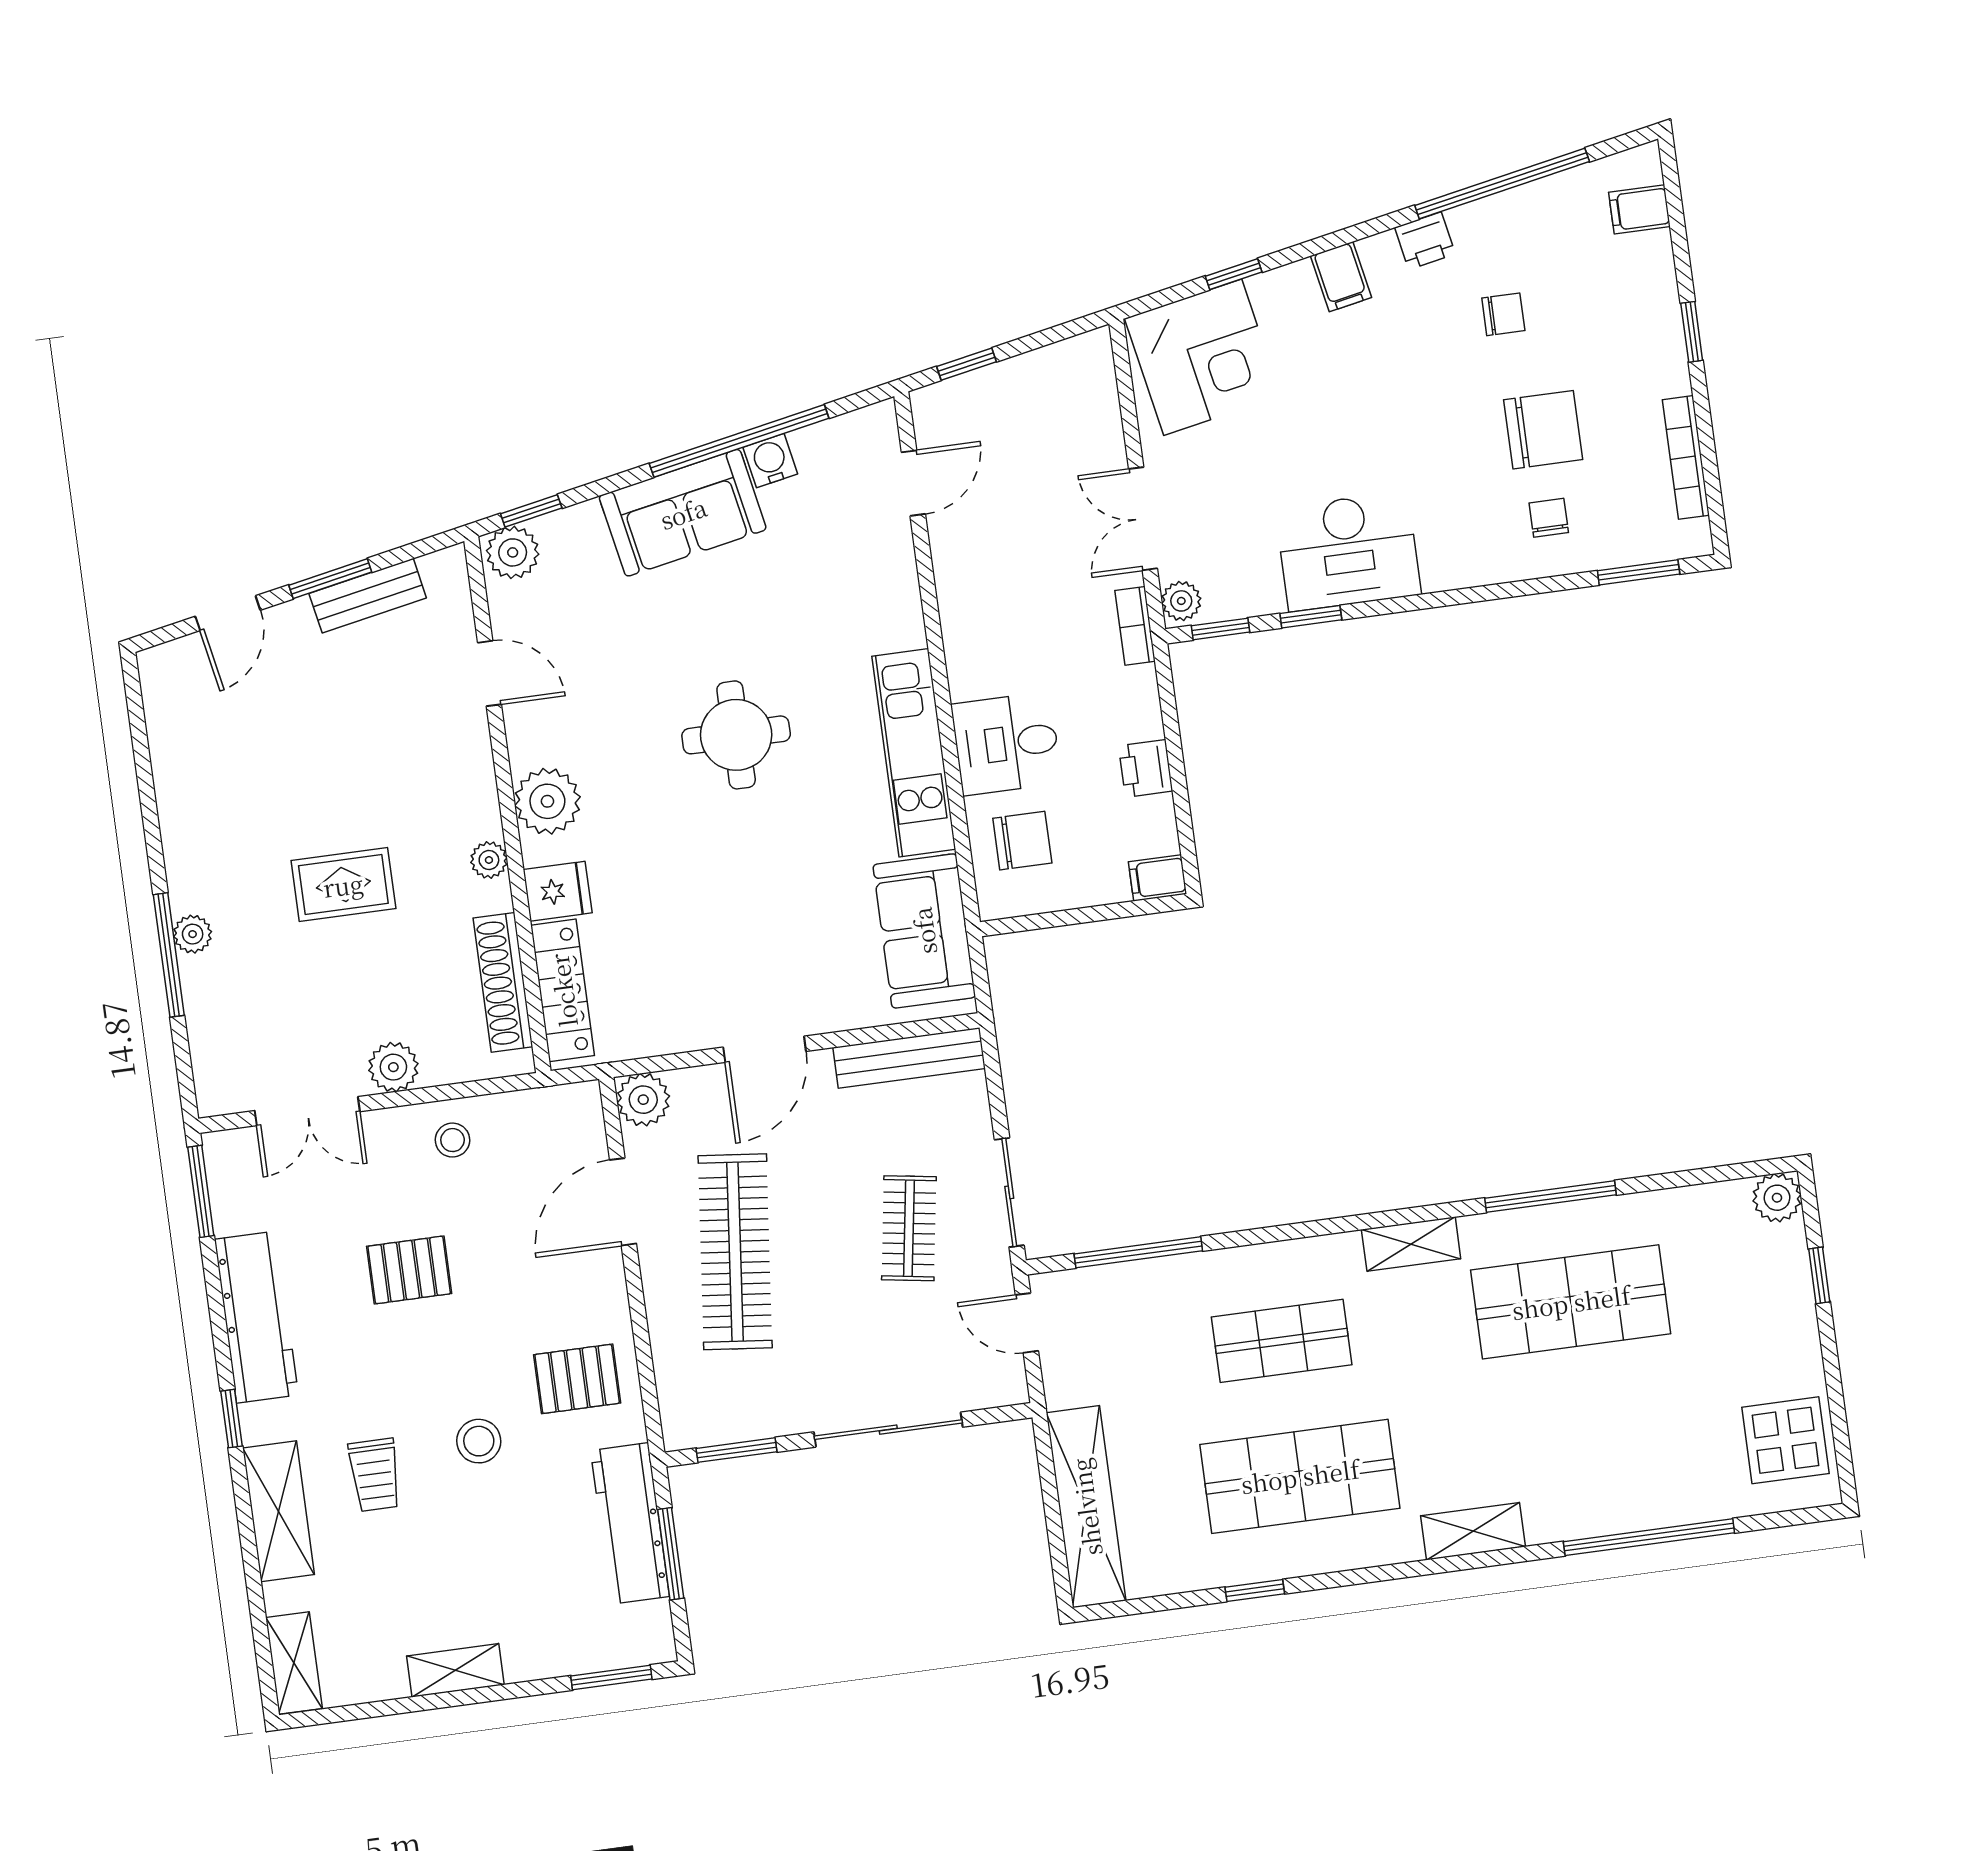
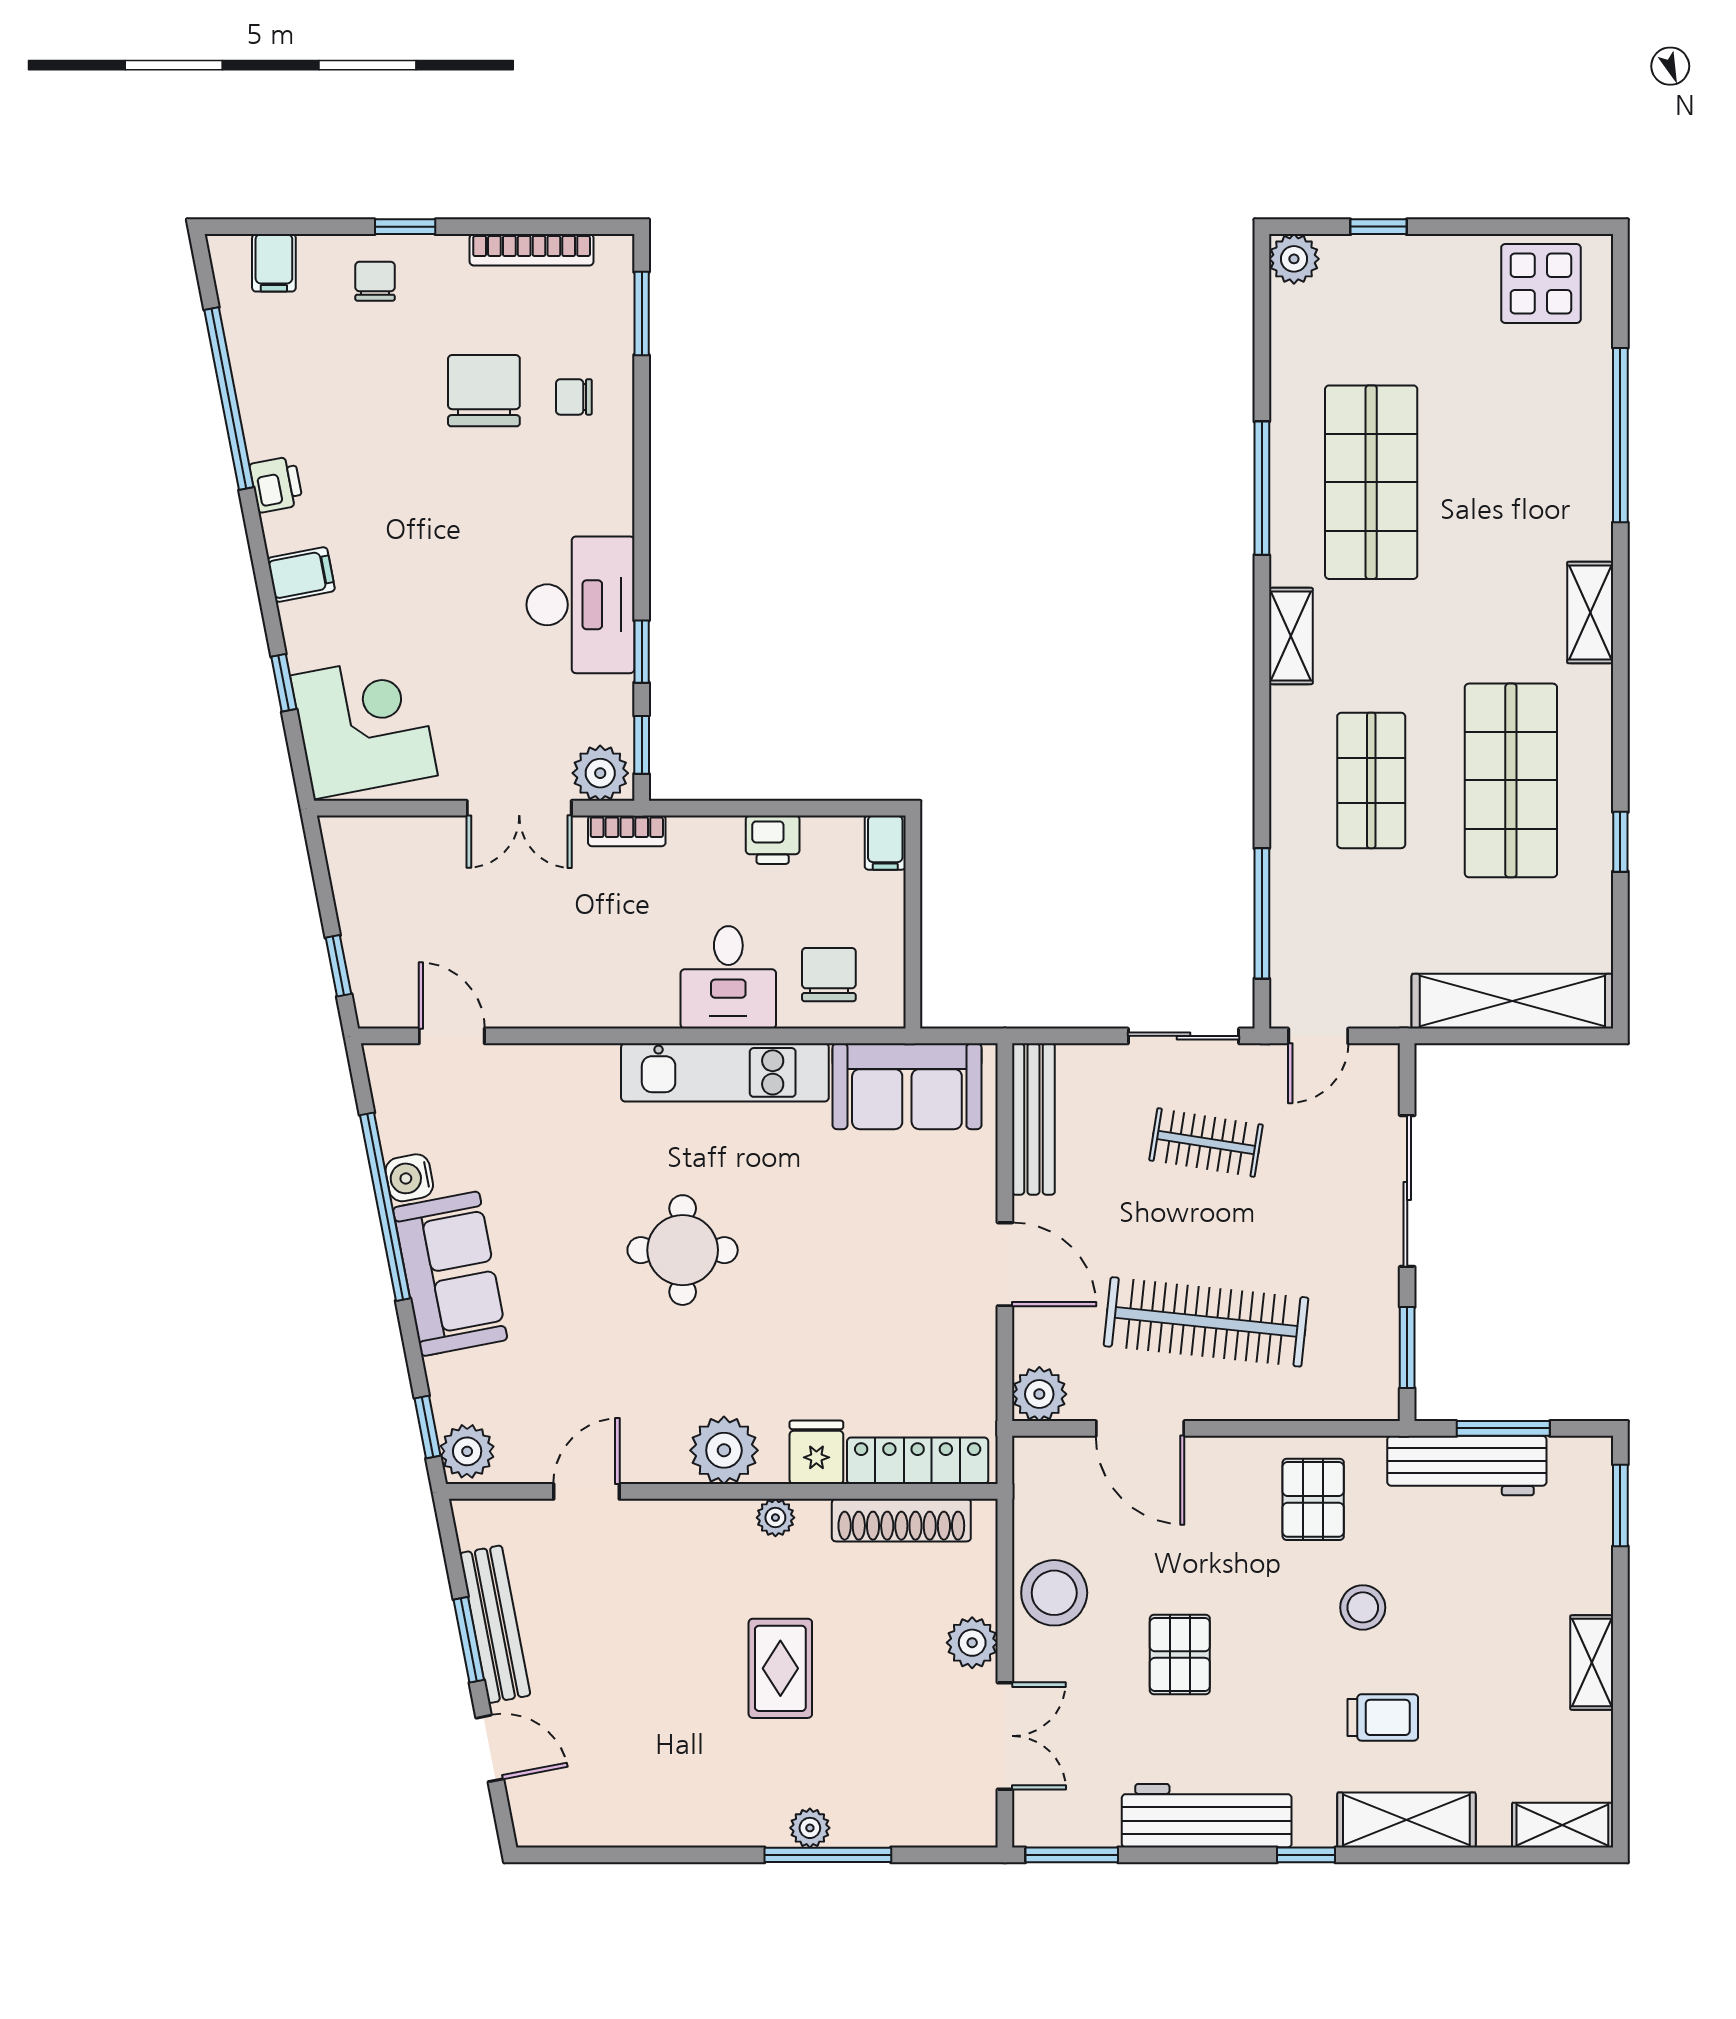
chair: (1503, 314) -> (375, 281), moved
bench: (368, 596) -> (495, 1624), width x1.36
plant: (1181, 601) -> (600, 773), width x1.38, depth x1.38
stool: (453, 1140) -> (1054, 1593), width x1.89, depth x1.89

